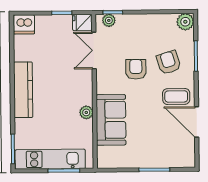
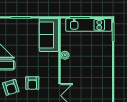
kitchen counter: (23, 90) -> (106, 70), removed
sofa: (111, 120) -> (49, 35), moved

